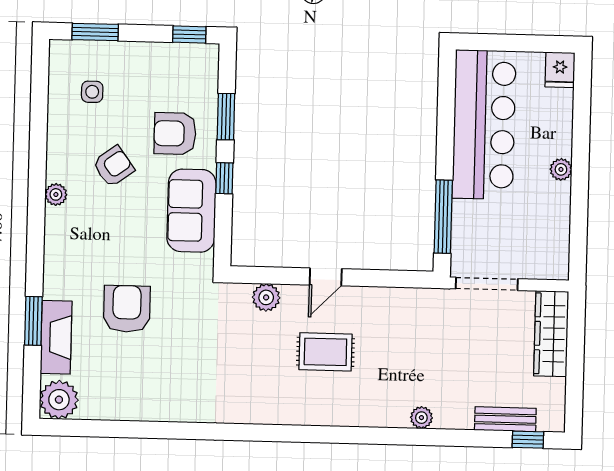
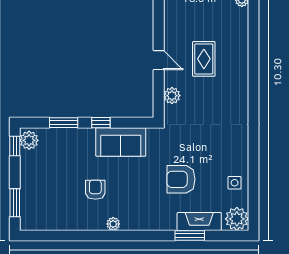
plant: (198, 58) -> (29, 140), added
side table: (92, 92) -> (235, 183), moved
armchair: (175, 133) -> (75, 153), removed
armchair: (113, 166) -> (95, 190), turned 36

